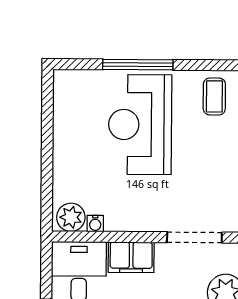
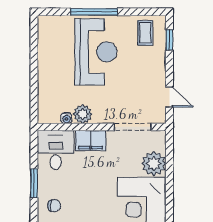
reception desk: (140, 125) -> (96, 52), turned 180
plant: (71, 217) -> (83, 114), moved

